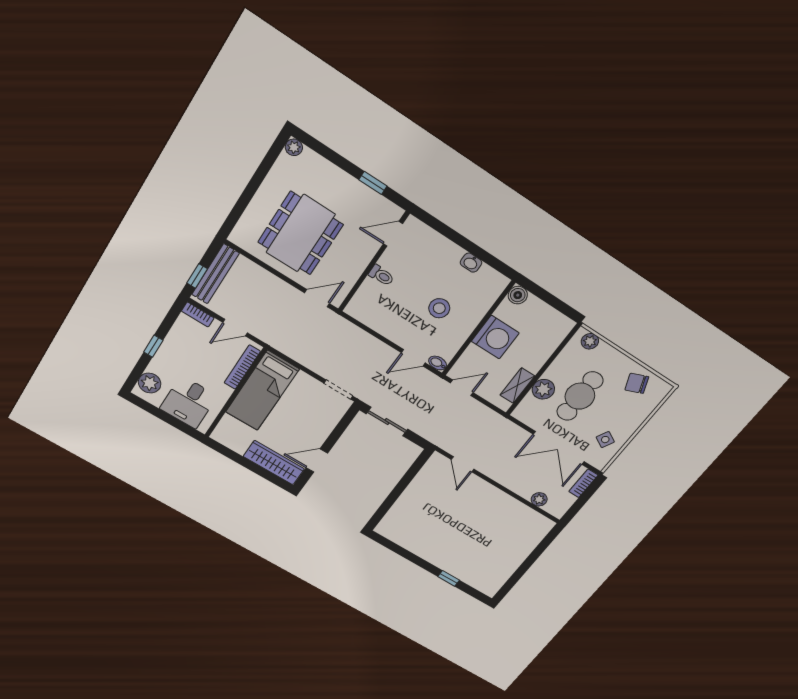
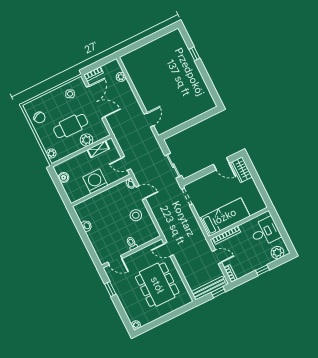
dining table: (301, 233) -> (157, 285), turned 90
boiler: (518, 295) -> (64, 177), moved
stool: (439, 308) -> (136, 215), moved
wardrobe: (274, 463) -> (241, 170), width x0.67

